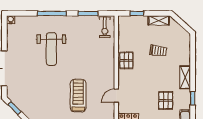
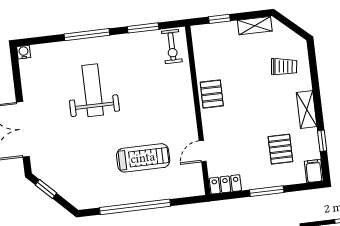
weight bench: (51, 49) -> (93, 90), turned 180
trolley: (158, 51) -> (284, 67), moved
treadmill: (78, 96) -> (143, 158), turned 90

